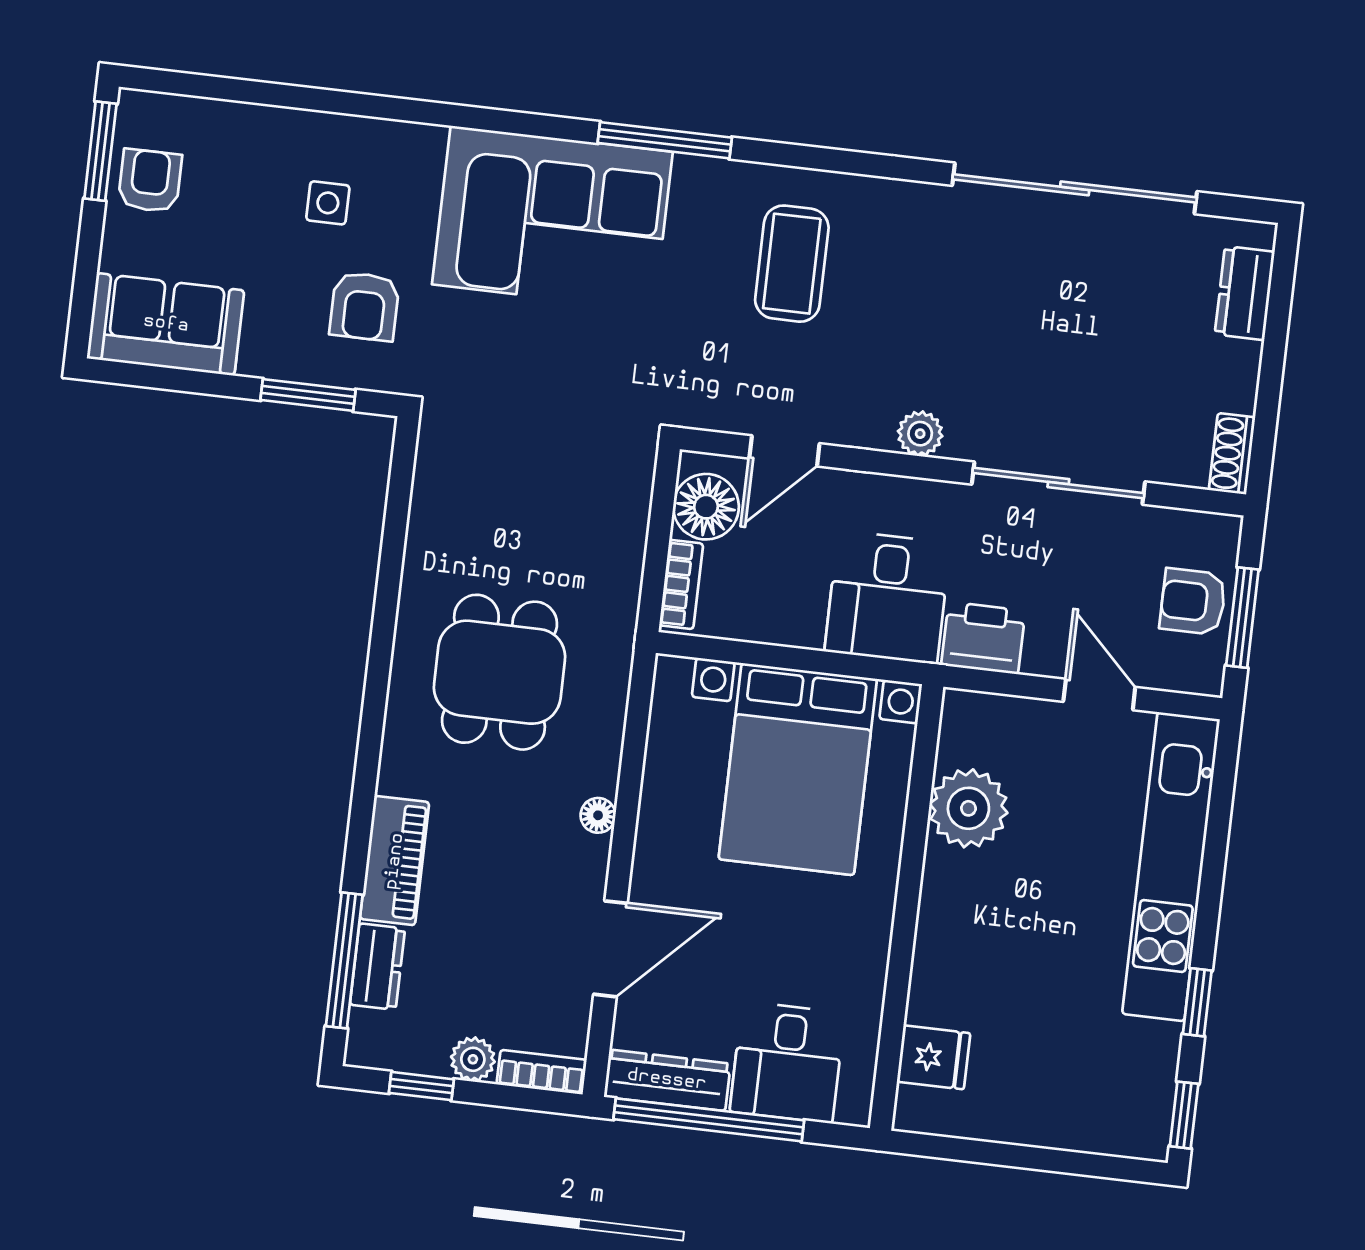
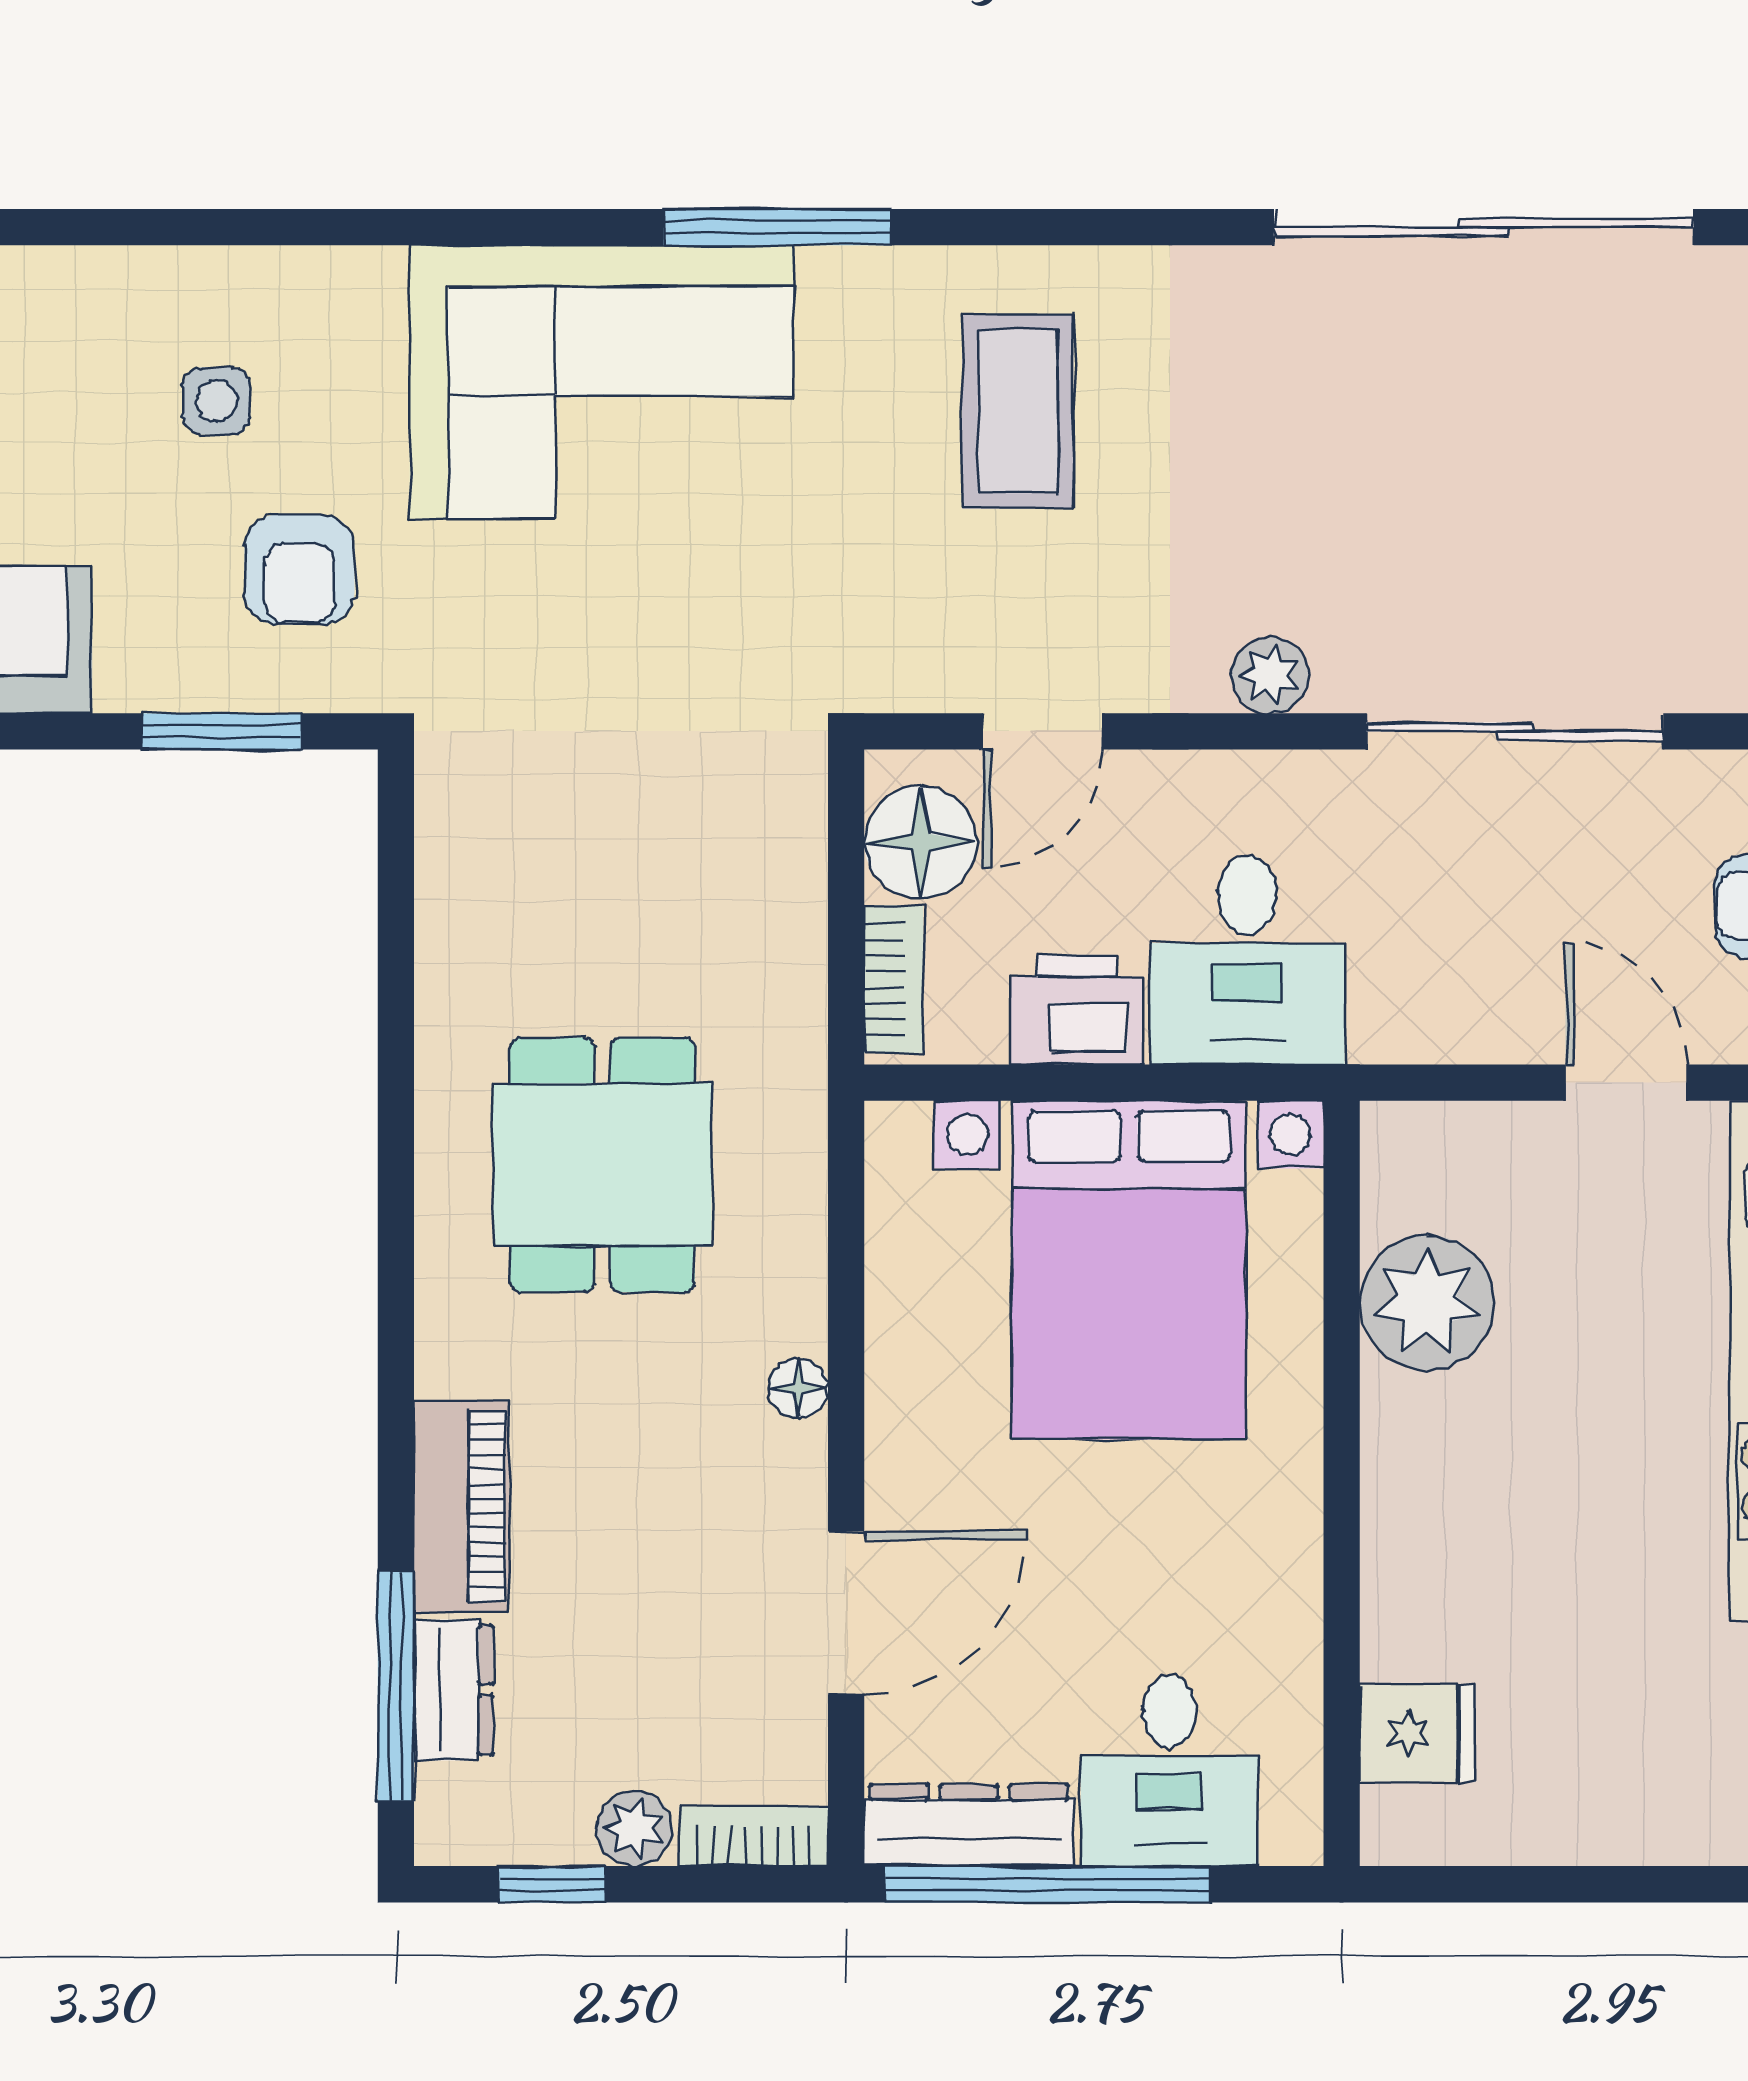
printer: (983, 638) -> (1077, 1010), moved

